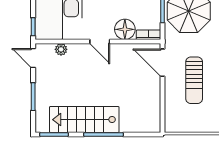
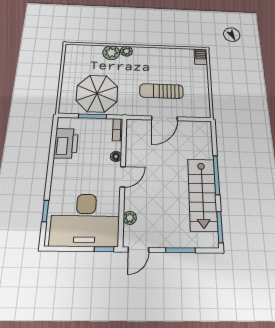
floor lamp: (125, 29) -> (116, 156), width x0.53, depth x0.53
door: (162, 63) -> (164, 118), moved
sun lounger: (194, 80) -> (161, 91), turned 180

